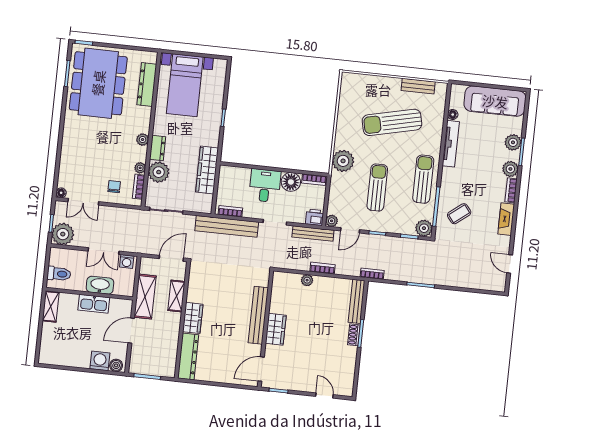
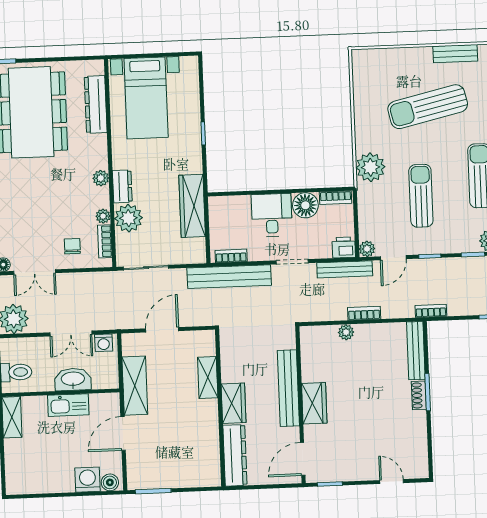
shelving: (176, 296) -> (208, 378), moved
wardrobe: (193, 318) -> (234, 403), moved
wall: (182, 320) -> (220, 408), moved
dresser: (188, 357) -> (235, 455), moved

